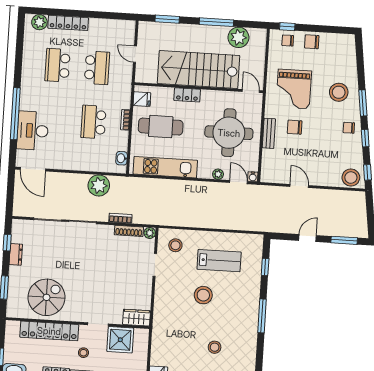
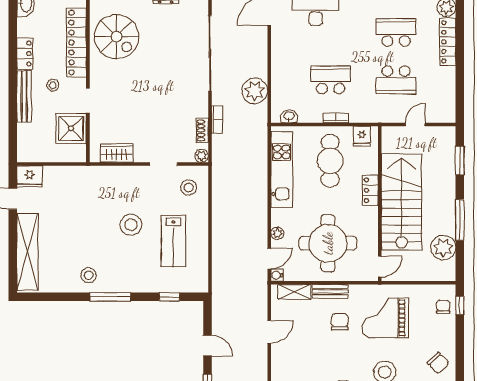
chair: (312, 42) -> (438, 363), moved, turned 136
shelving: (267, 163) -> (295, 292), added
shoe rack: (129, 231) -> (202, 130), width x0.70
wardrobe: (137, 318) -> (117, 153), moved, turned -90
stool: (215, 347) -> (89, 275), moved

